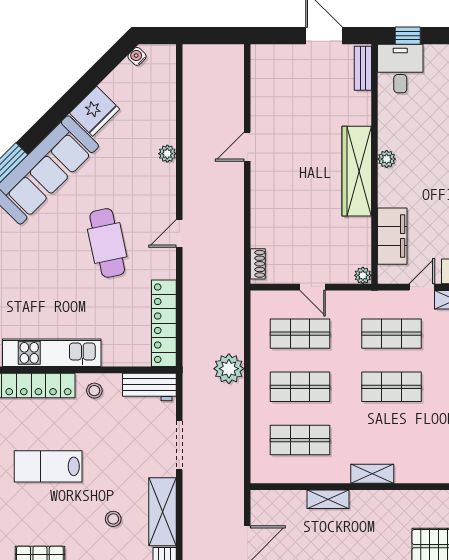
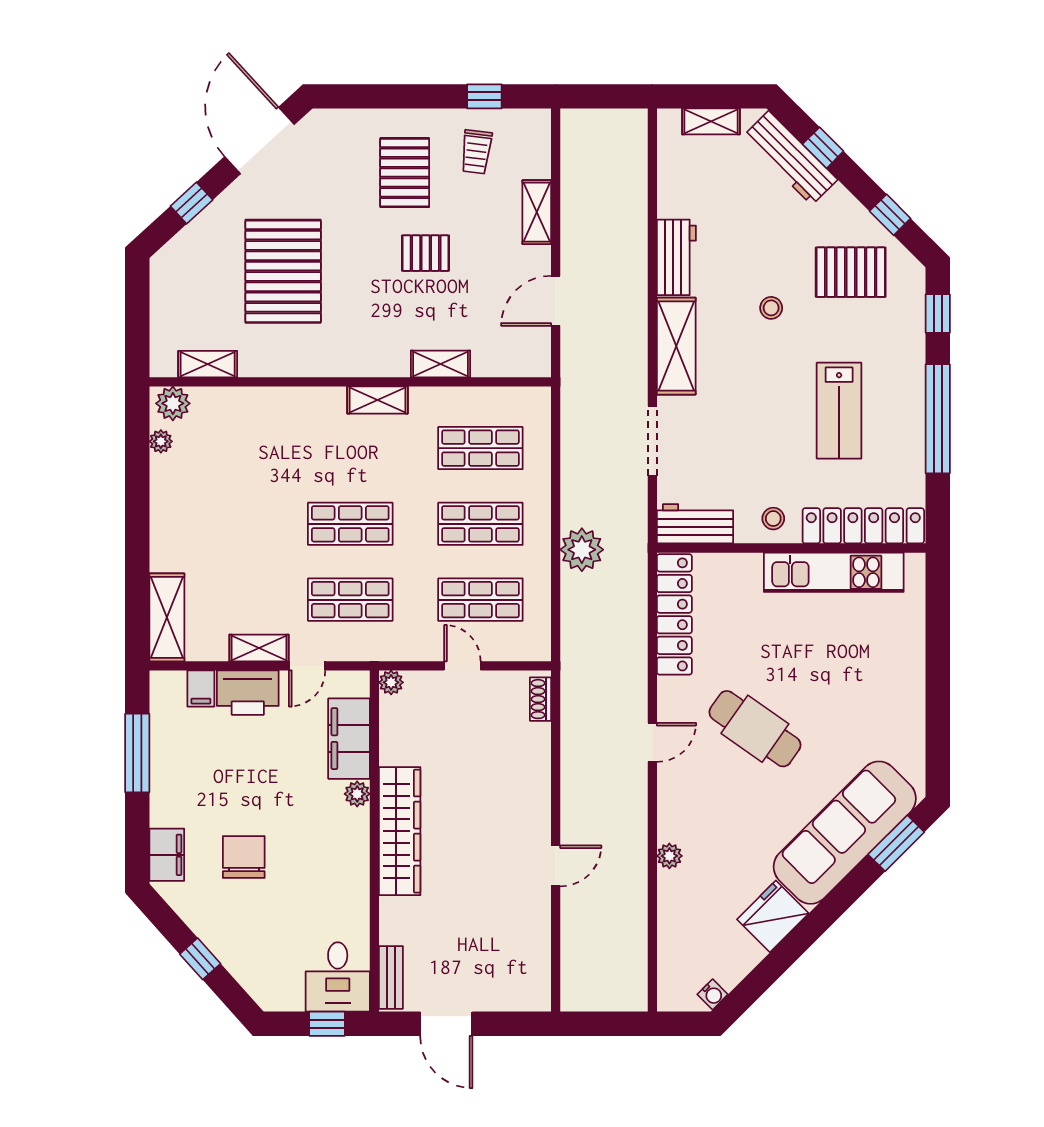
plant: (387, 159) -> (357, 794), moved
cafe table: (107, 243) -> (755, 729), turned -43
lab bench: (48, 466) -> (839, 411), turned 90
stool: (113, 519) -> (771, 308), moved

